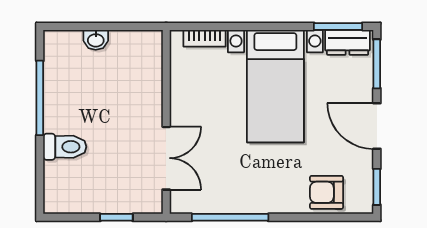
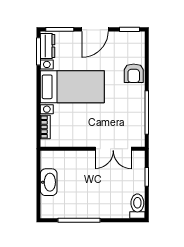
washbasin: (96, 40) -> (49, 182), width x1.91, depth x1.45
toilet: (65, 147) -> (137, 206), moved
double door: (166, 158) -> (113, 149), swing flipped
armchair: (326, 192) -> (134, 73), moved

